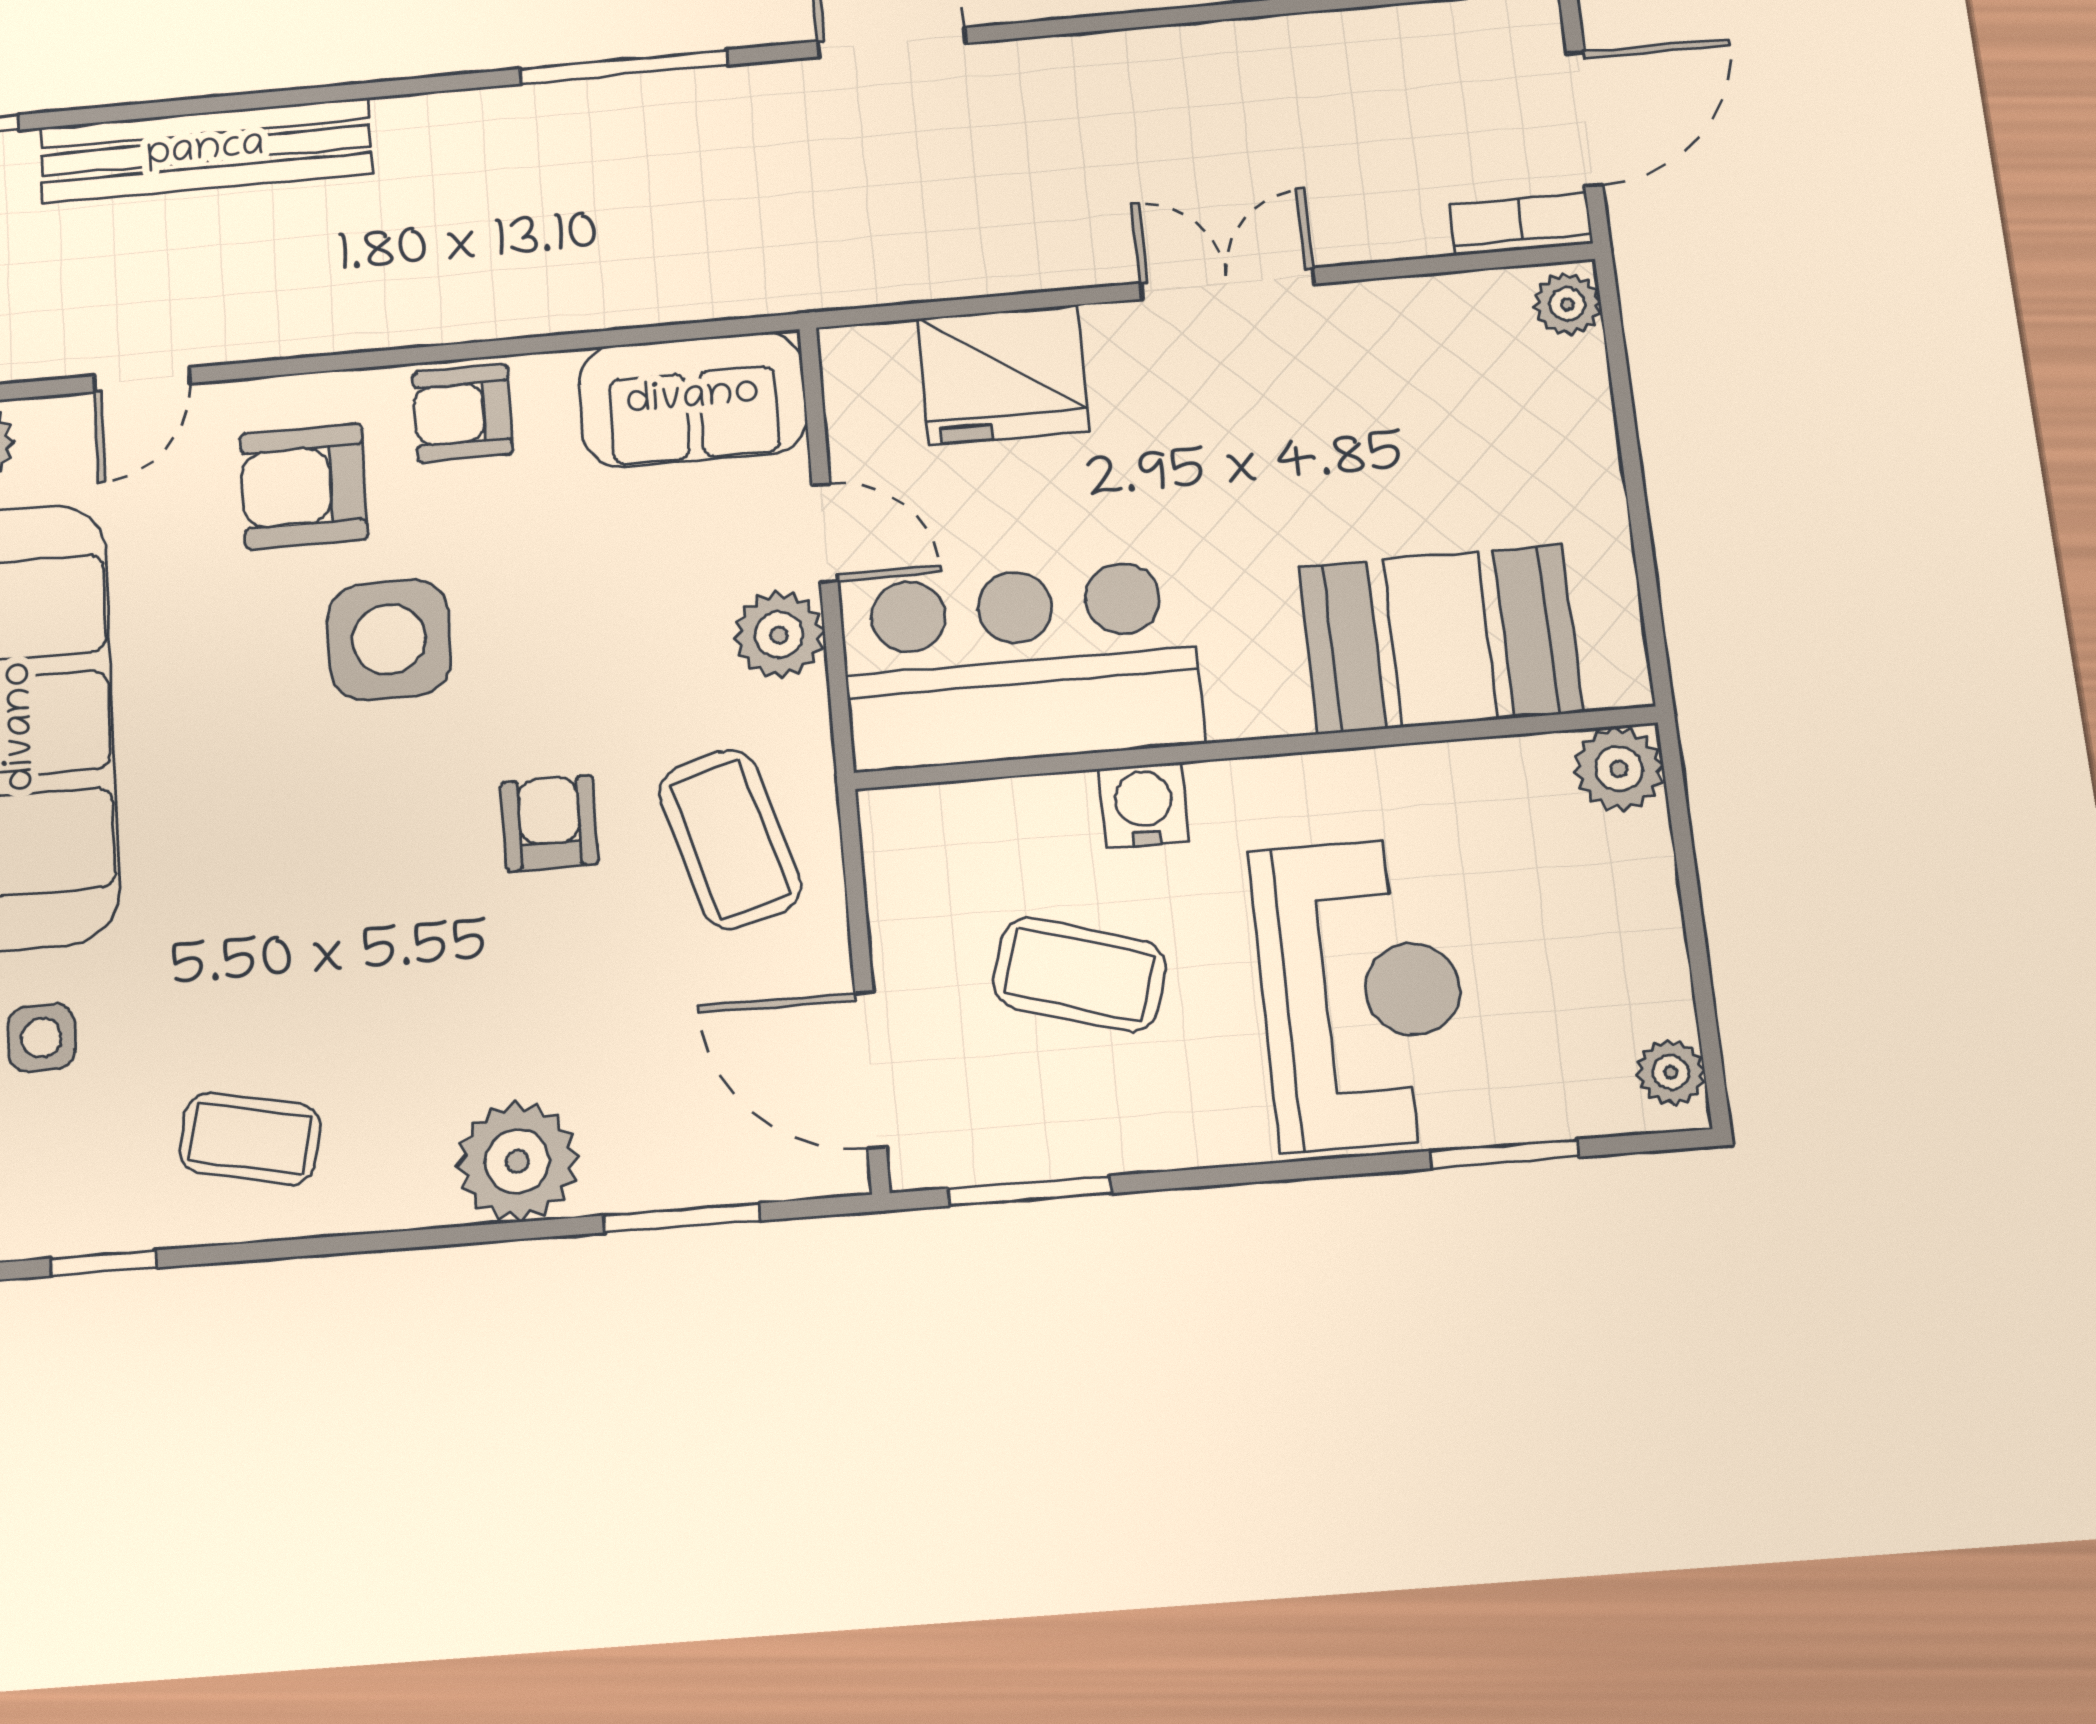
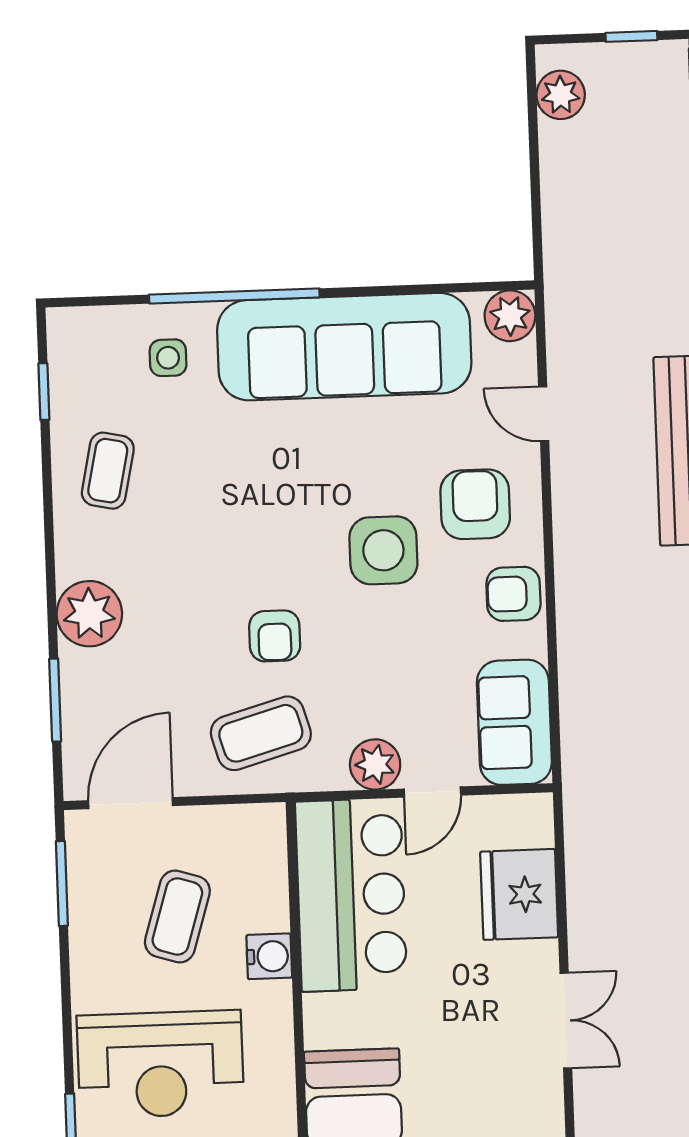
armchair: (463, 413) -> (513, 594), turned -90
armchair: (549, 823) -> (275, 636), turned 90

